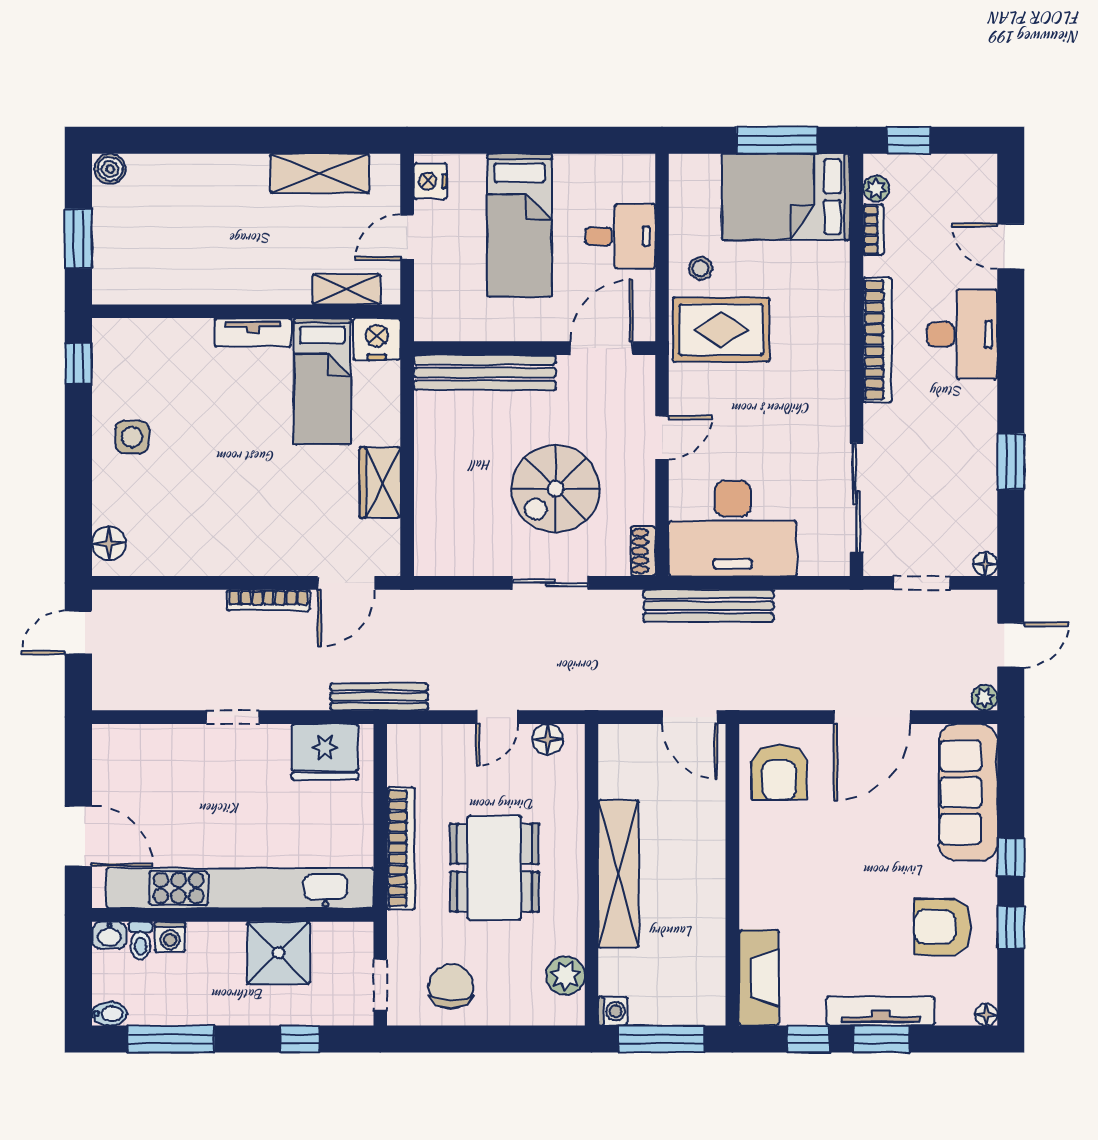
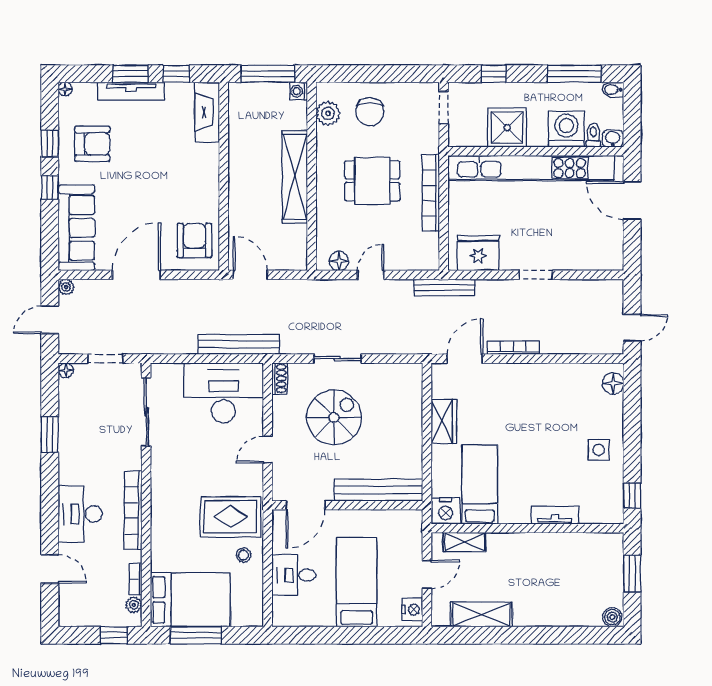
tv unit: (253, 333) -> (555, 515), moved
dining table: (495, 868) -> (372, 181), width x0.73
washing machine: (170, 937) -> (566, 129), width x1.89, depth x1.89
chair: (451, 986) -> (370, 112), moved

